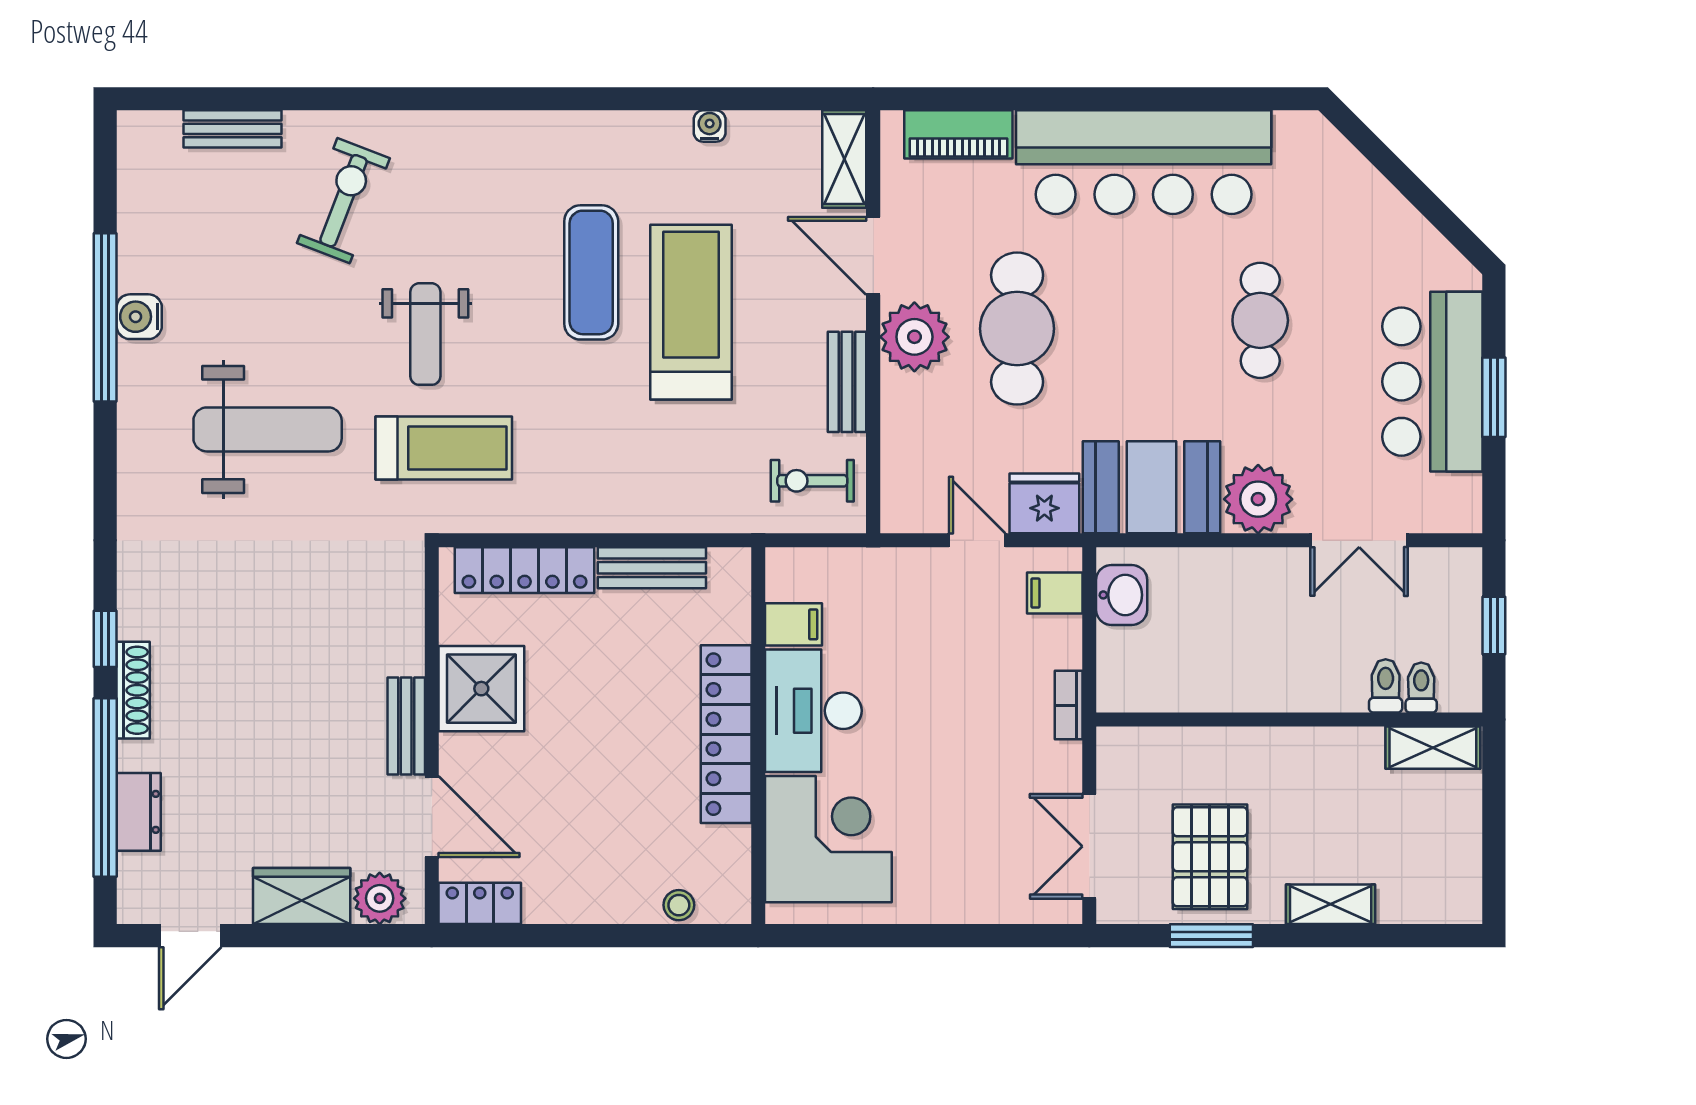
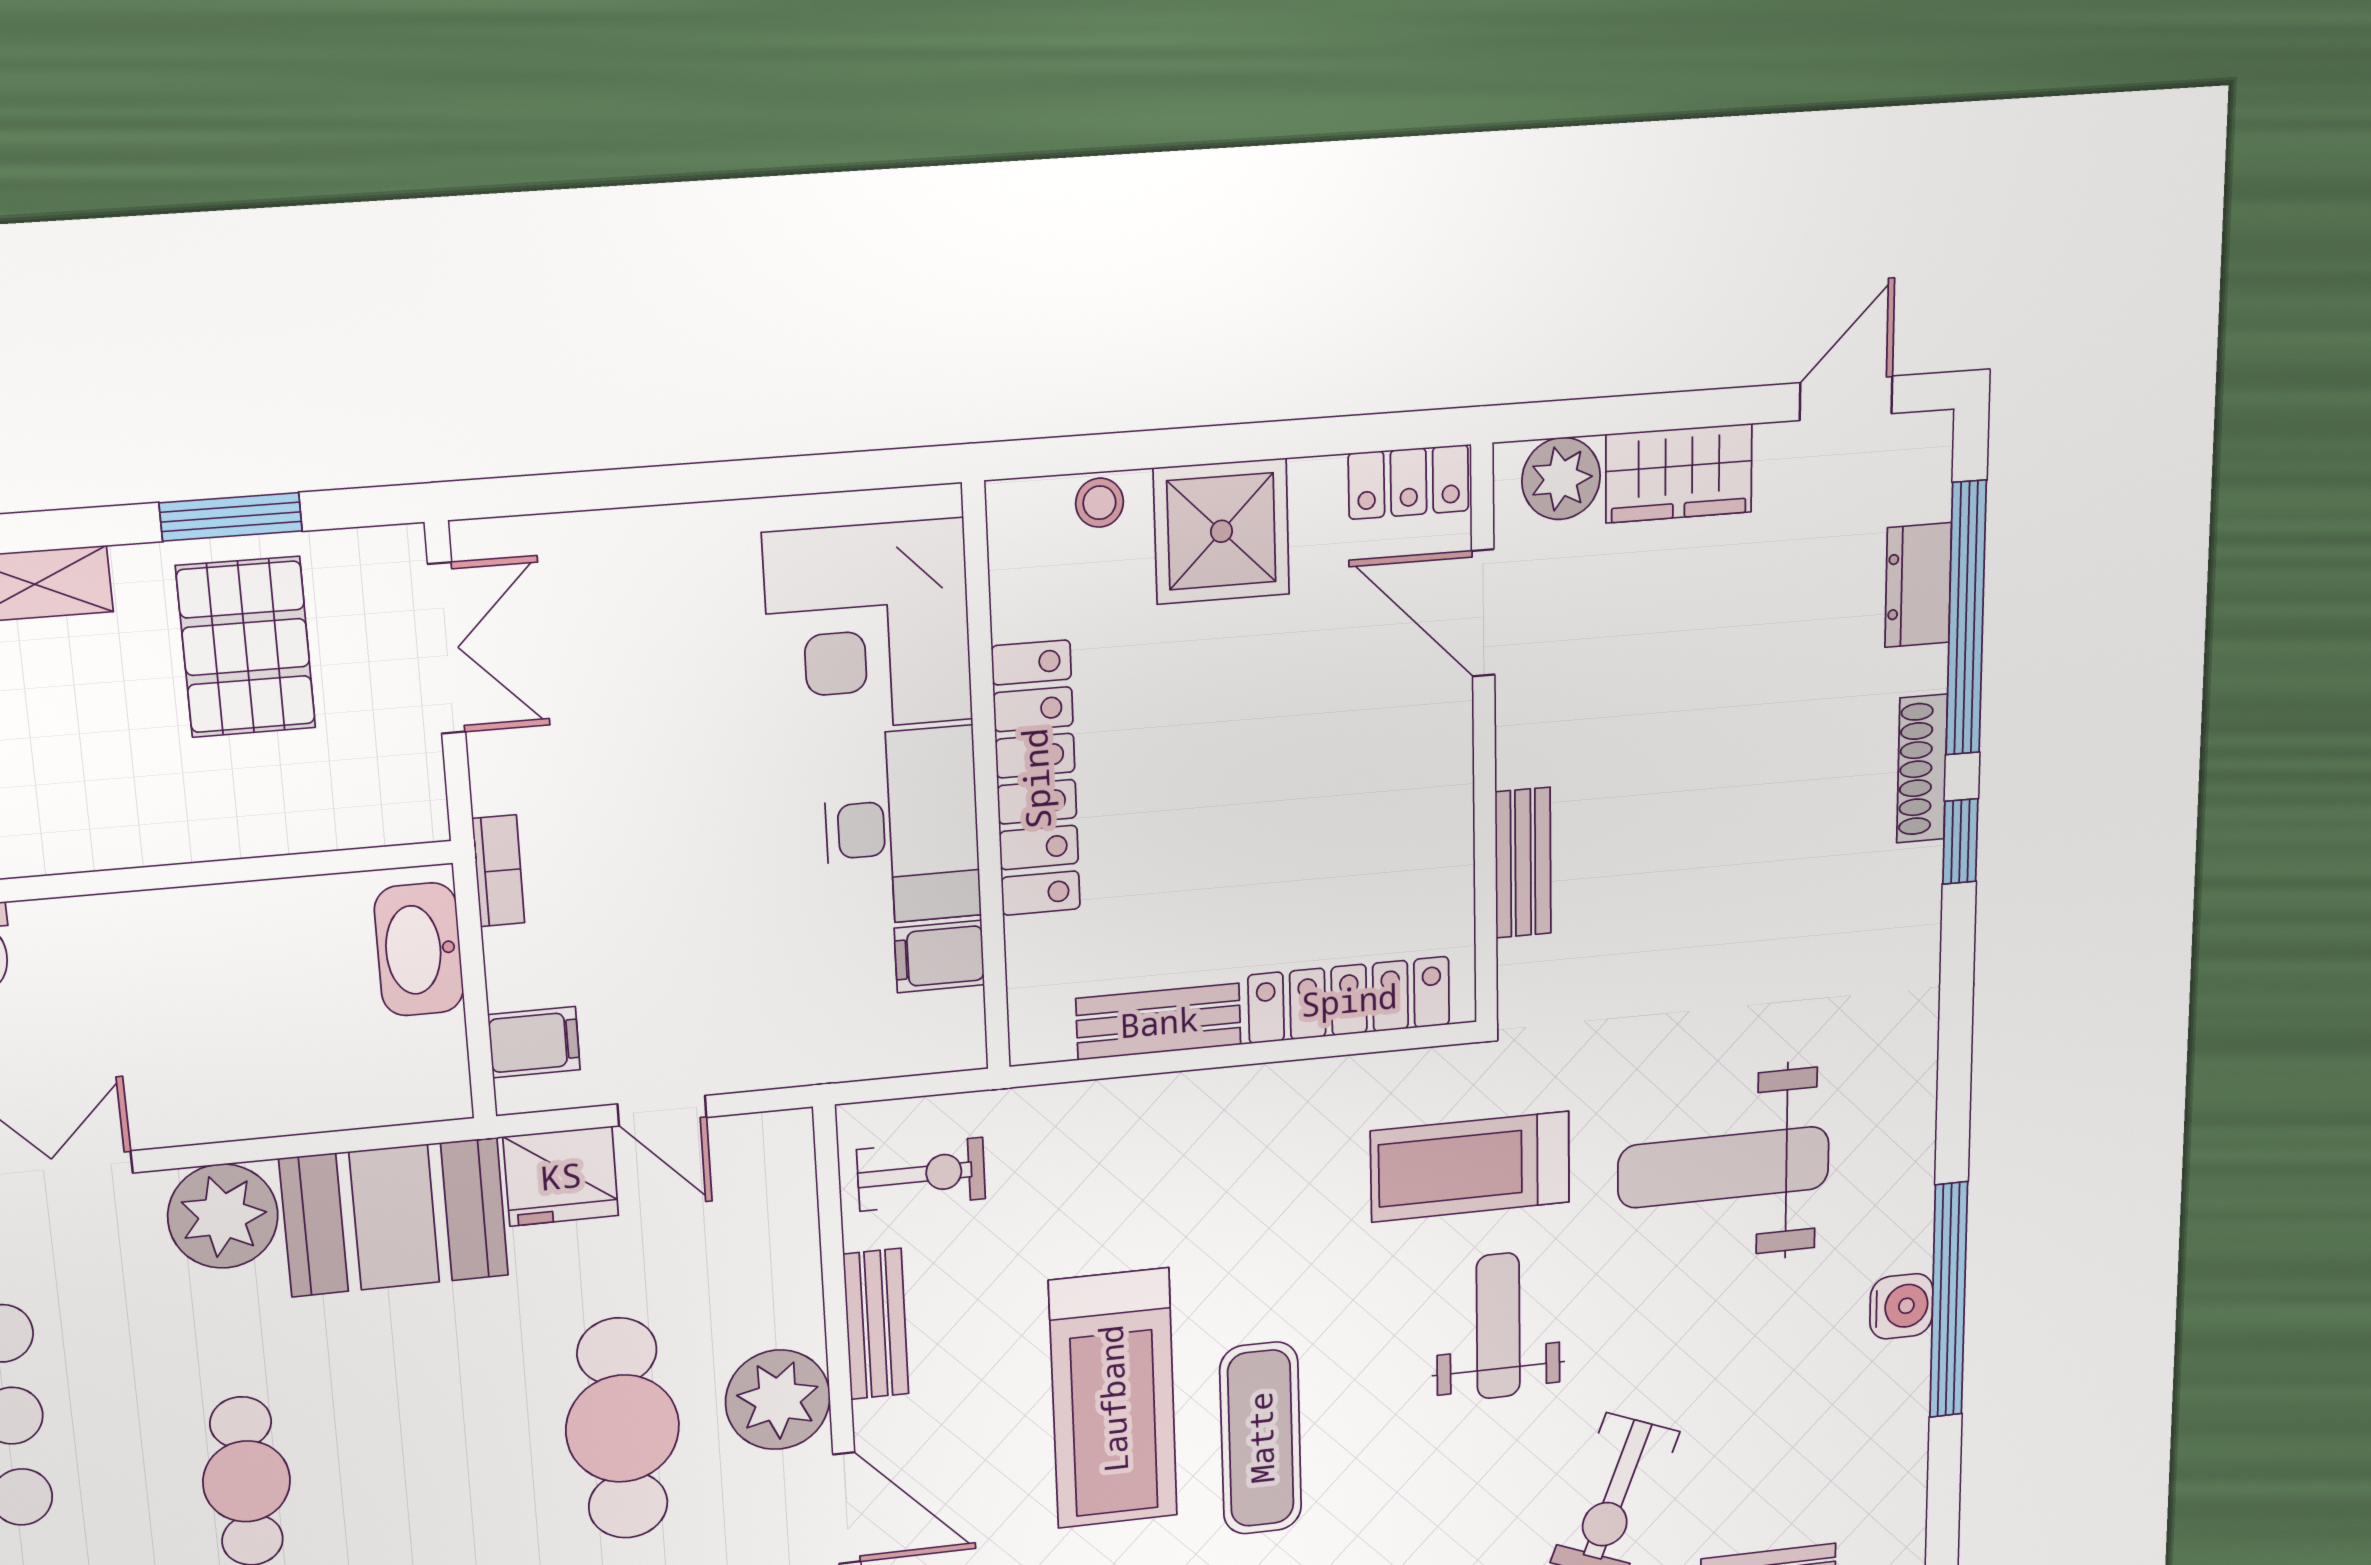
washbasin: (1122, 595) -> (419, 949), moved, width x1.38
shower: (481, 689) -> (1221, 531), moved
bench: (406, 726) -> (1523, 863), moved

